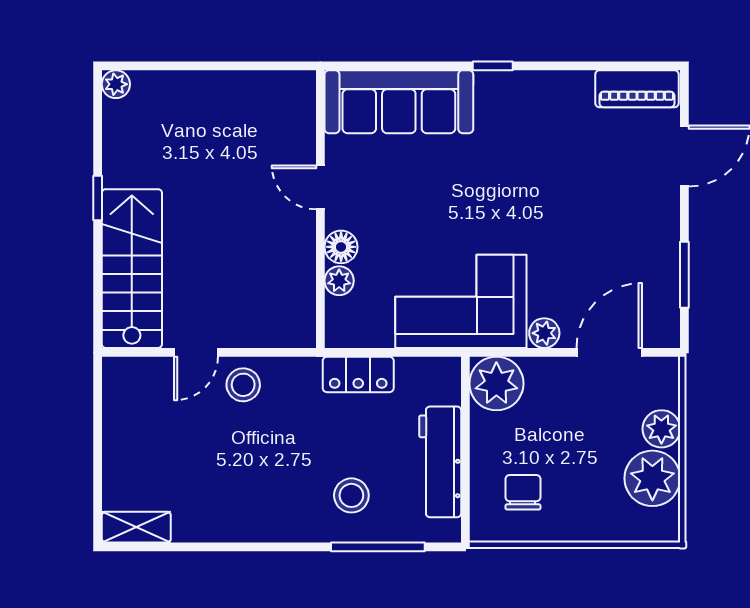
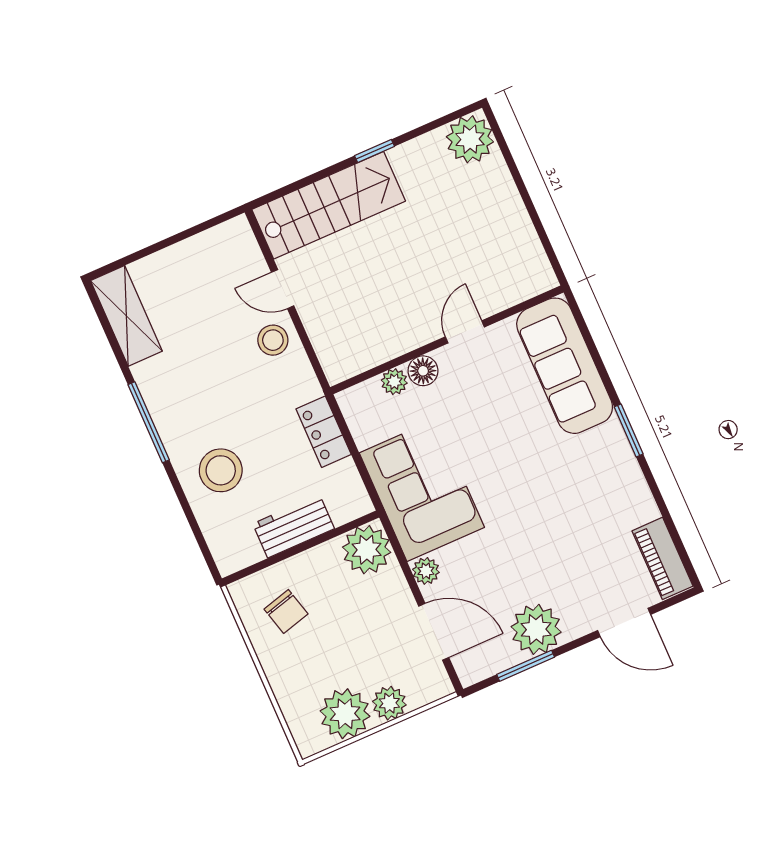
window: (493, 66) -> (629, 430), width x1.50
plant: (116, 84) -> (470, 139), width x1.88, depth x1.88
plant: (652, 248) -> (536, 629), added
workbench: (440, 462) -> (294, 526), width x0.73
chair: (523, 492) -> (286, 611), turned 75
stool: (351, 495) -> (221, 470), width x1.38, depth x1.38
shelving: (136, 527) -> (126, 316), width x1.50, depth x1.33
window: (378, 547) -> (149, 422), moved

